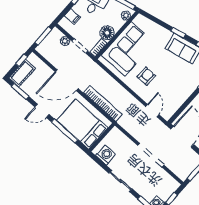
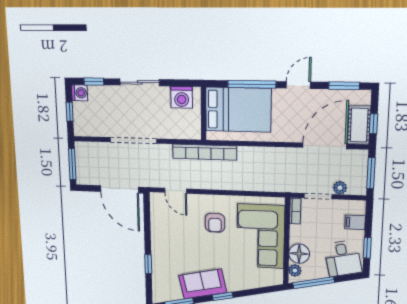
floor lamp: (107, 33) -> (299, 254), moved
cot: (22, 73) -> (359, 125), moved
door: (67, 80) -> (325, 146), moved
bookcase: (103, 103) -> (205, 152), moved

